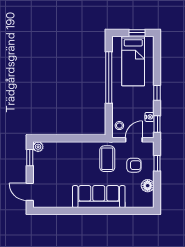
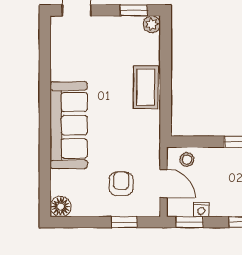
coffee table: (107, 159) -> (146, 87), moved, turned 90
armchair: (134, 165) -> (121, 184), turned 180
floor lamp: (148, 186) -> (61, 206), moved

